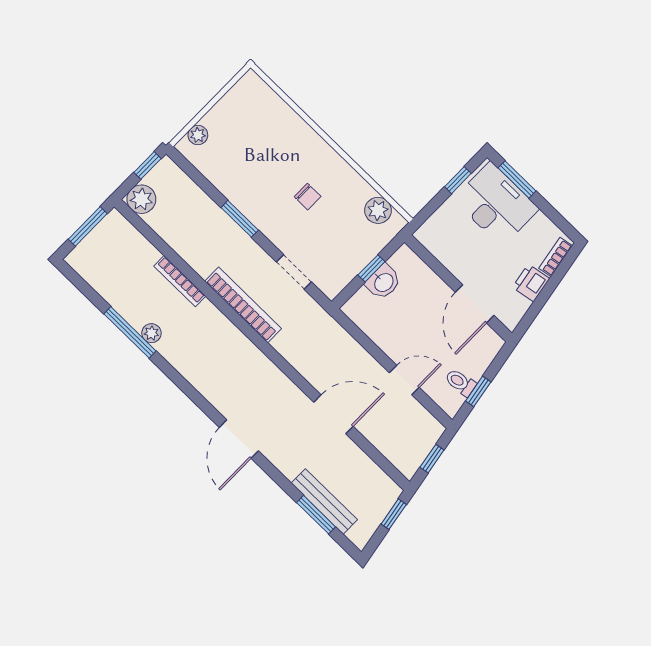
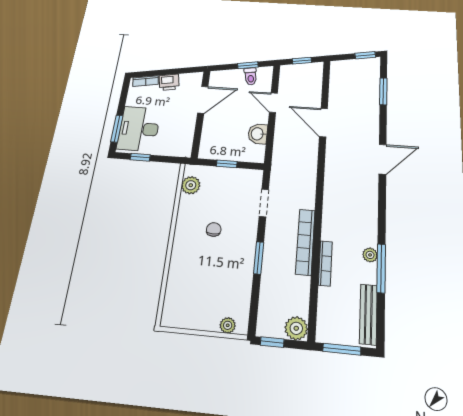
washbasin: (383, 282) -> (258, 134), moved, turned -90
bookcase: (243, 305) -> (305, 242), moved
bench: (324, 501) -> (368, 314), moved
window: (394, 514) -> (365, 55), moved

